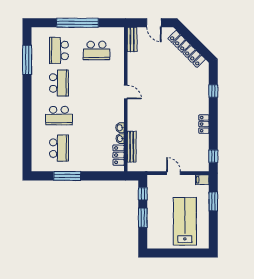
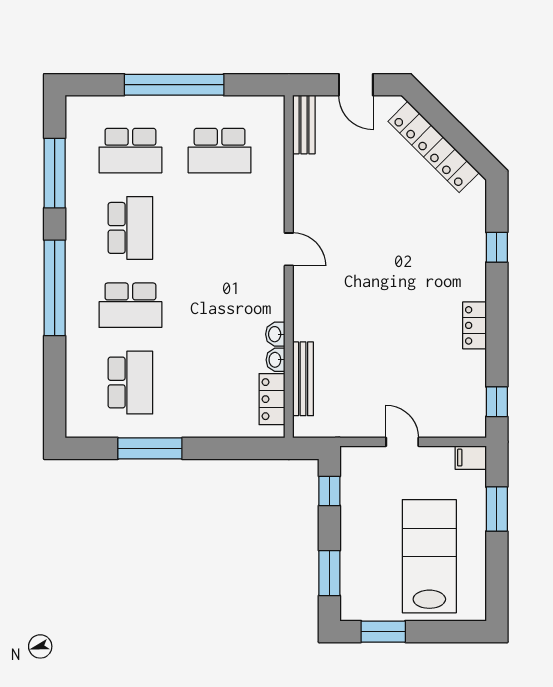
school desk: (59, 50) -> (130, 151), turned -90
window: (27, 108) -> (55, 288), added
window: (143, 218) -> (329, 573), moved
window: (165, 253) -> (383, 632), added

